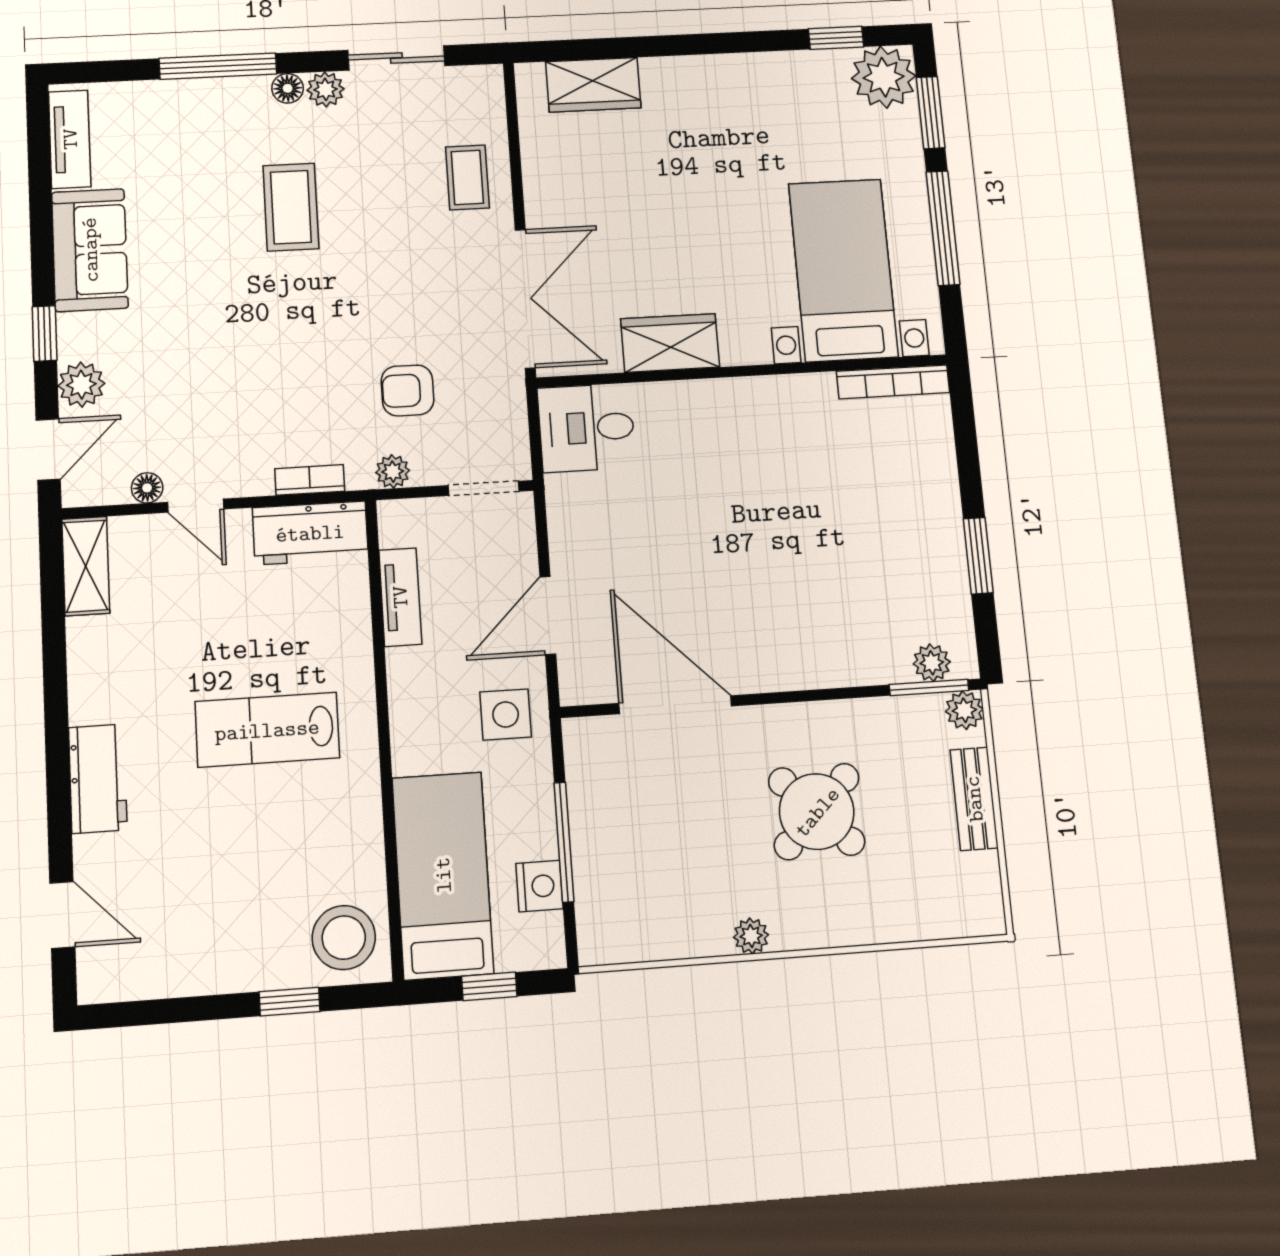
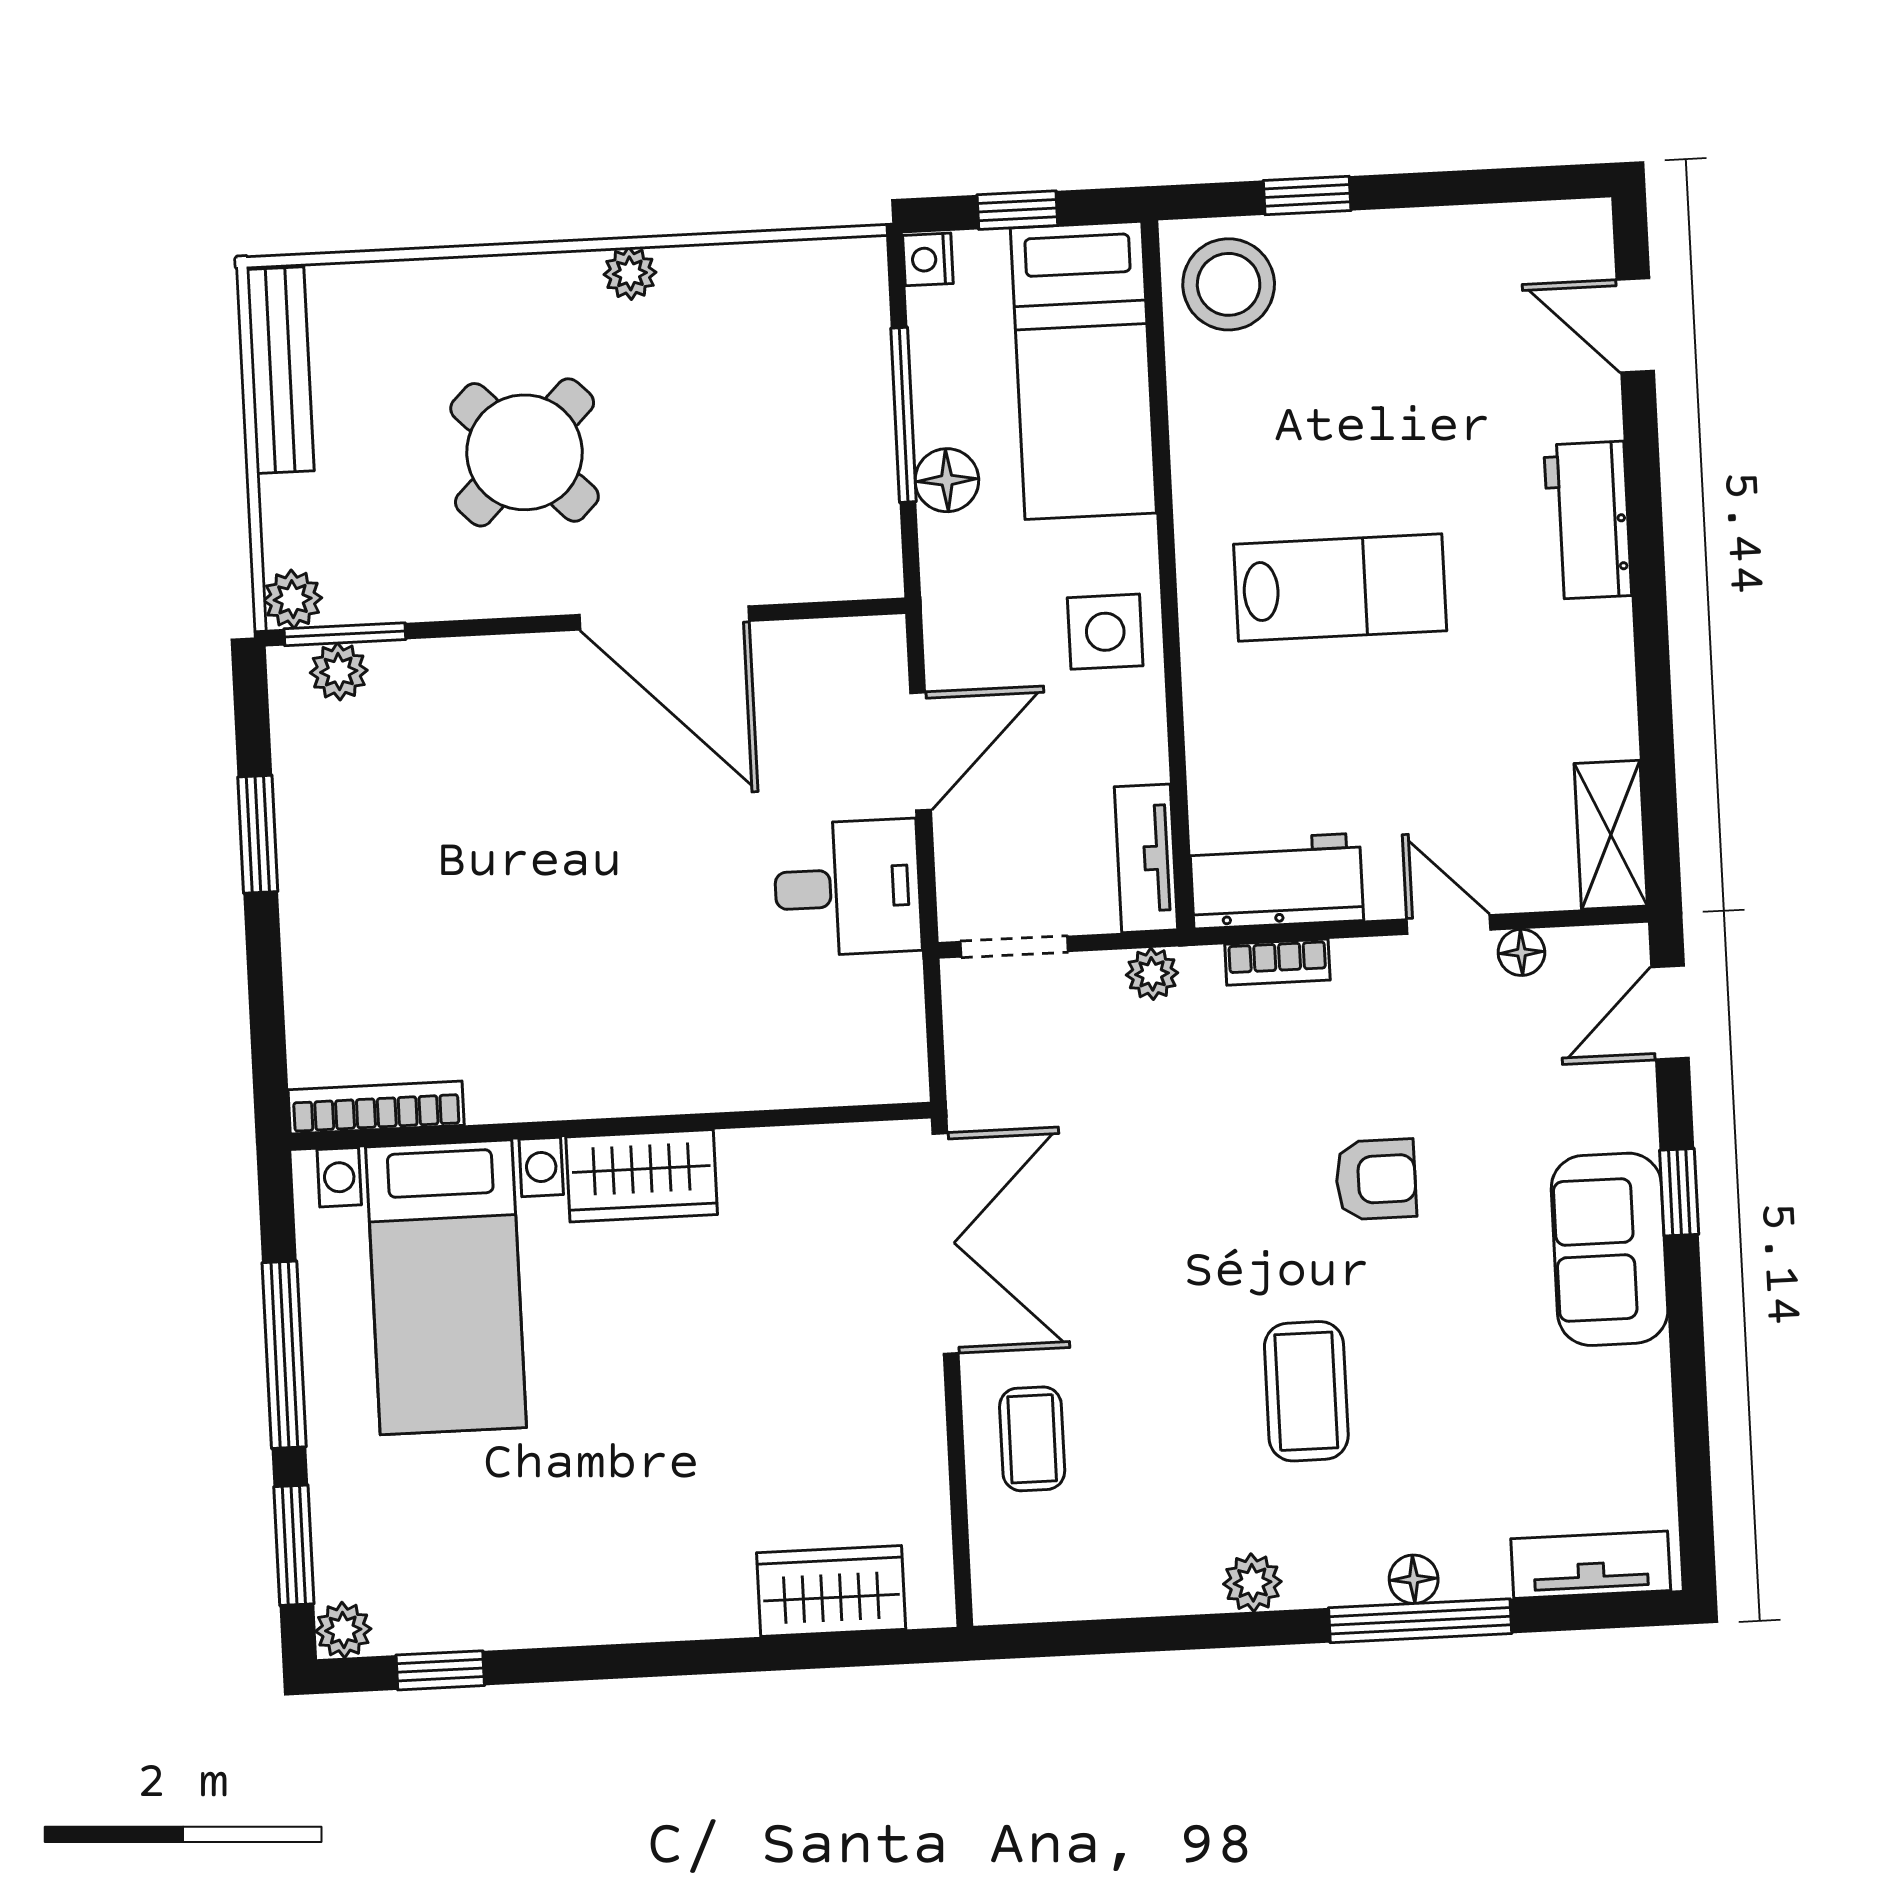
sliding door: (396, 58) -> (1141, 1635), removed
plant: (884, 77) -> (343, 1630), width x0.53, depth x0.53
floor lamp: (288, 88) -> (1414, 1579), moved
tv unit: (70, 139) -> (1591, 1565), moved, turned 90
sofa: (90, 250) -> (1610, 1249), moved
double door: (525, 299) -> (945, 1243), swing flipped
wardrobe: (670, 343) -> (642, 1176), moved
plant: (81, 385) -> (1622, 1112), removed
armchair: (407, 390) -> (1376, 1179), moved
desk: (587, 428) -> (847, 888), moved
tv unit: (400, 597) -> (1146, 858), moved
door: (675, 705) -> (664, 618), moved
side table: (506, 715) -> (1105, 632), moved
floor lamp: (534, 798) -> (947, 480), added
bench: (974, 799) -> (280, 370), moved, width x1.36
nightstand: (539, 886) -> (928, 259), moved, width x0.72, depth x0.74

